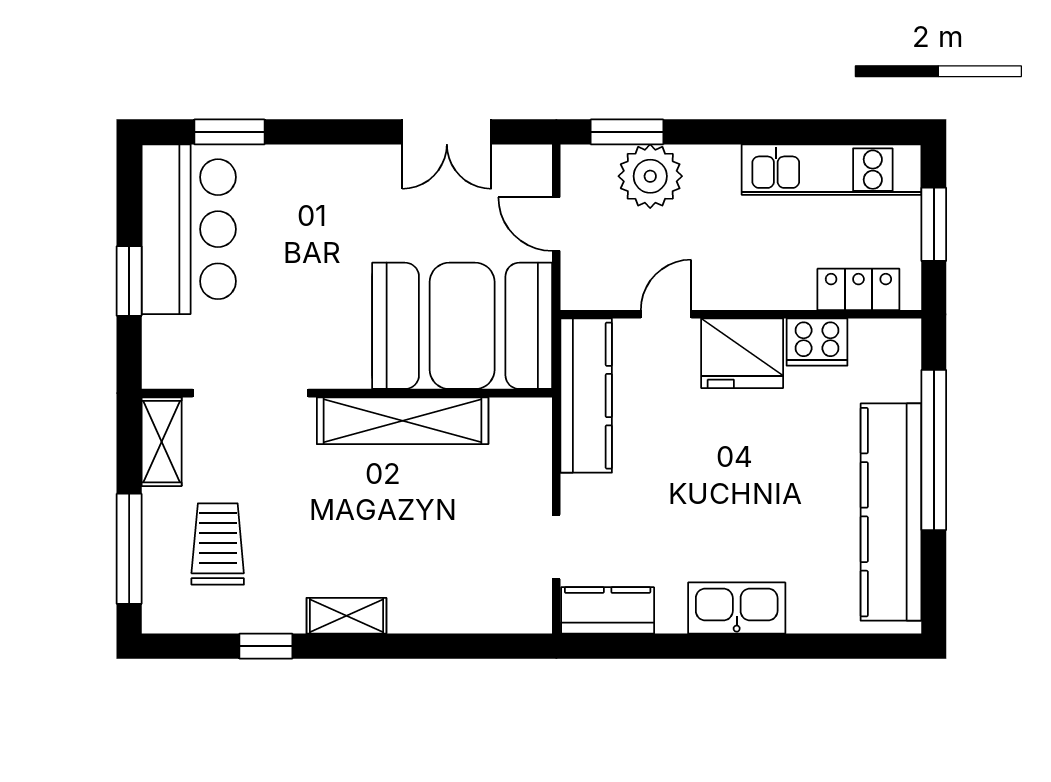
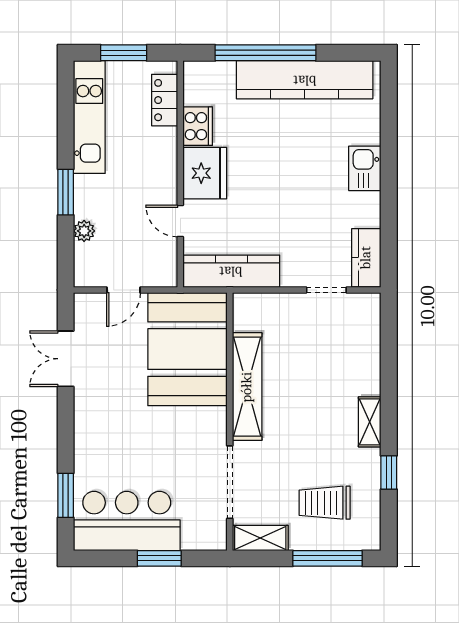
double door: (447, 132) -> (66, 359), swing flipped
window: (627, 132) -> (66, 192), moved
plant: (650, 176) -> (84, 231), width x0.53, depth x0.53
kitchen sink: (737, 608) -> (365, 168), width x0.73

